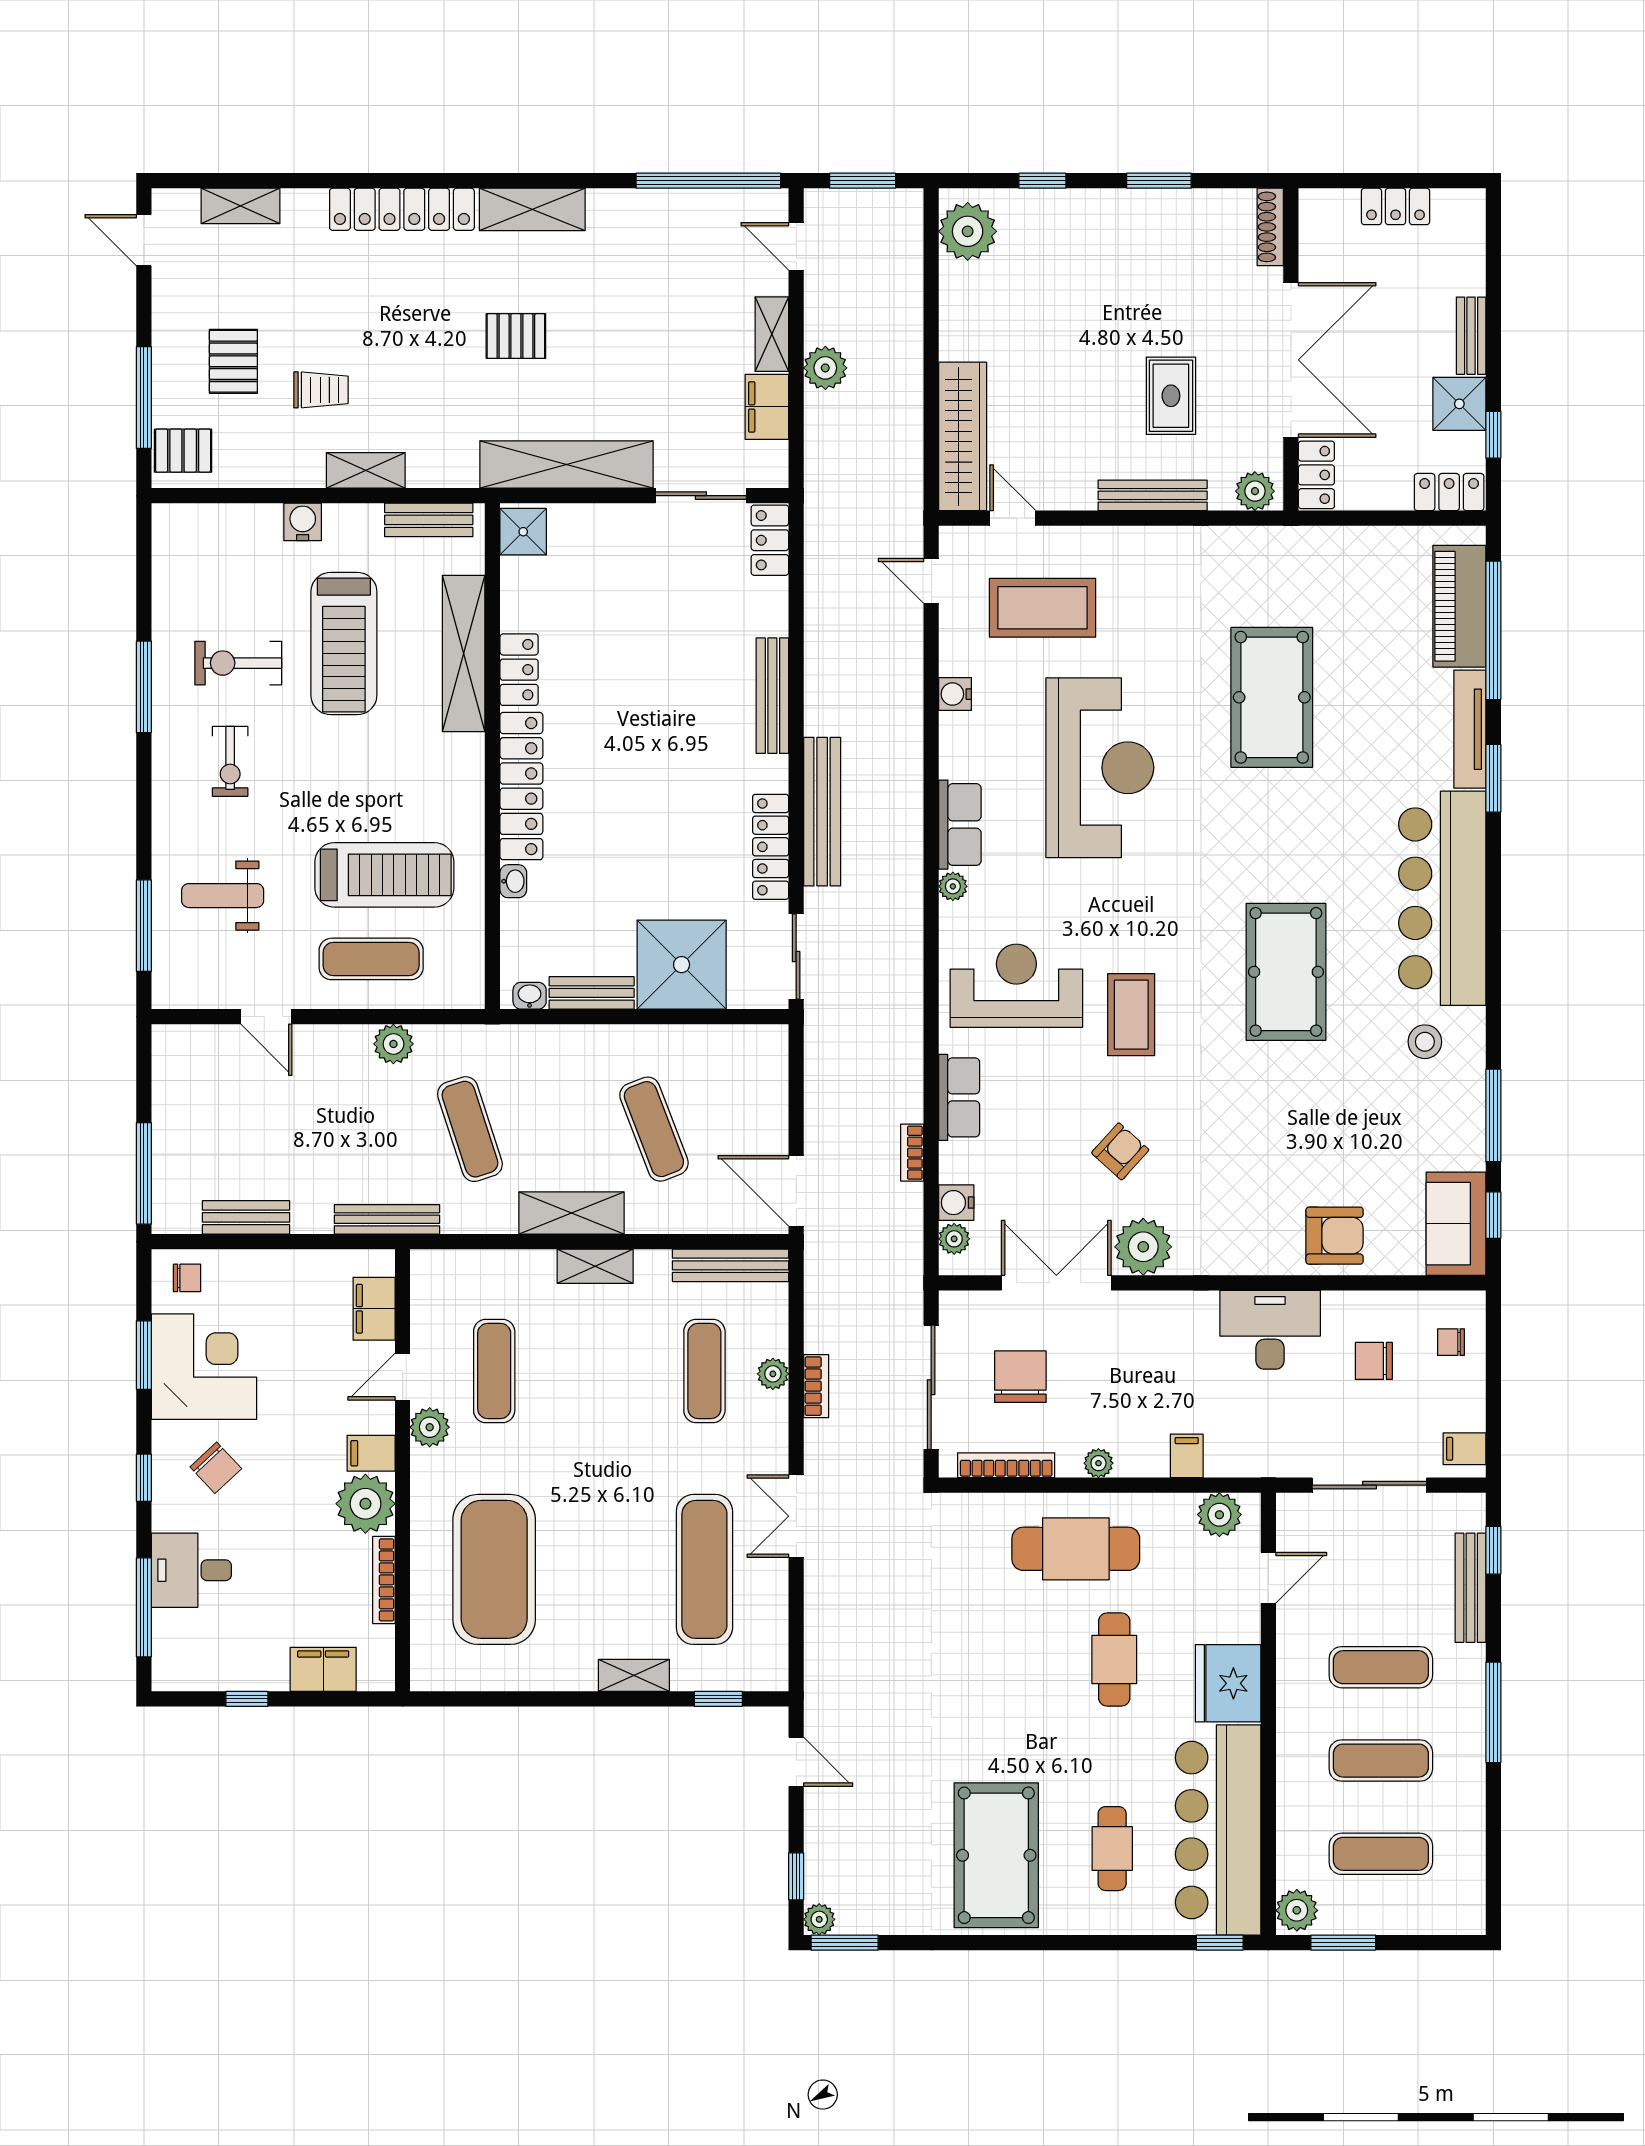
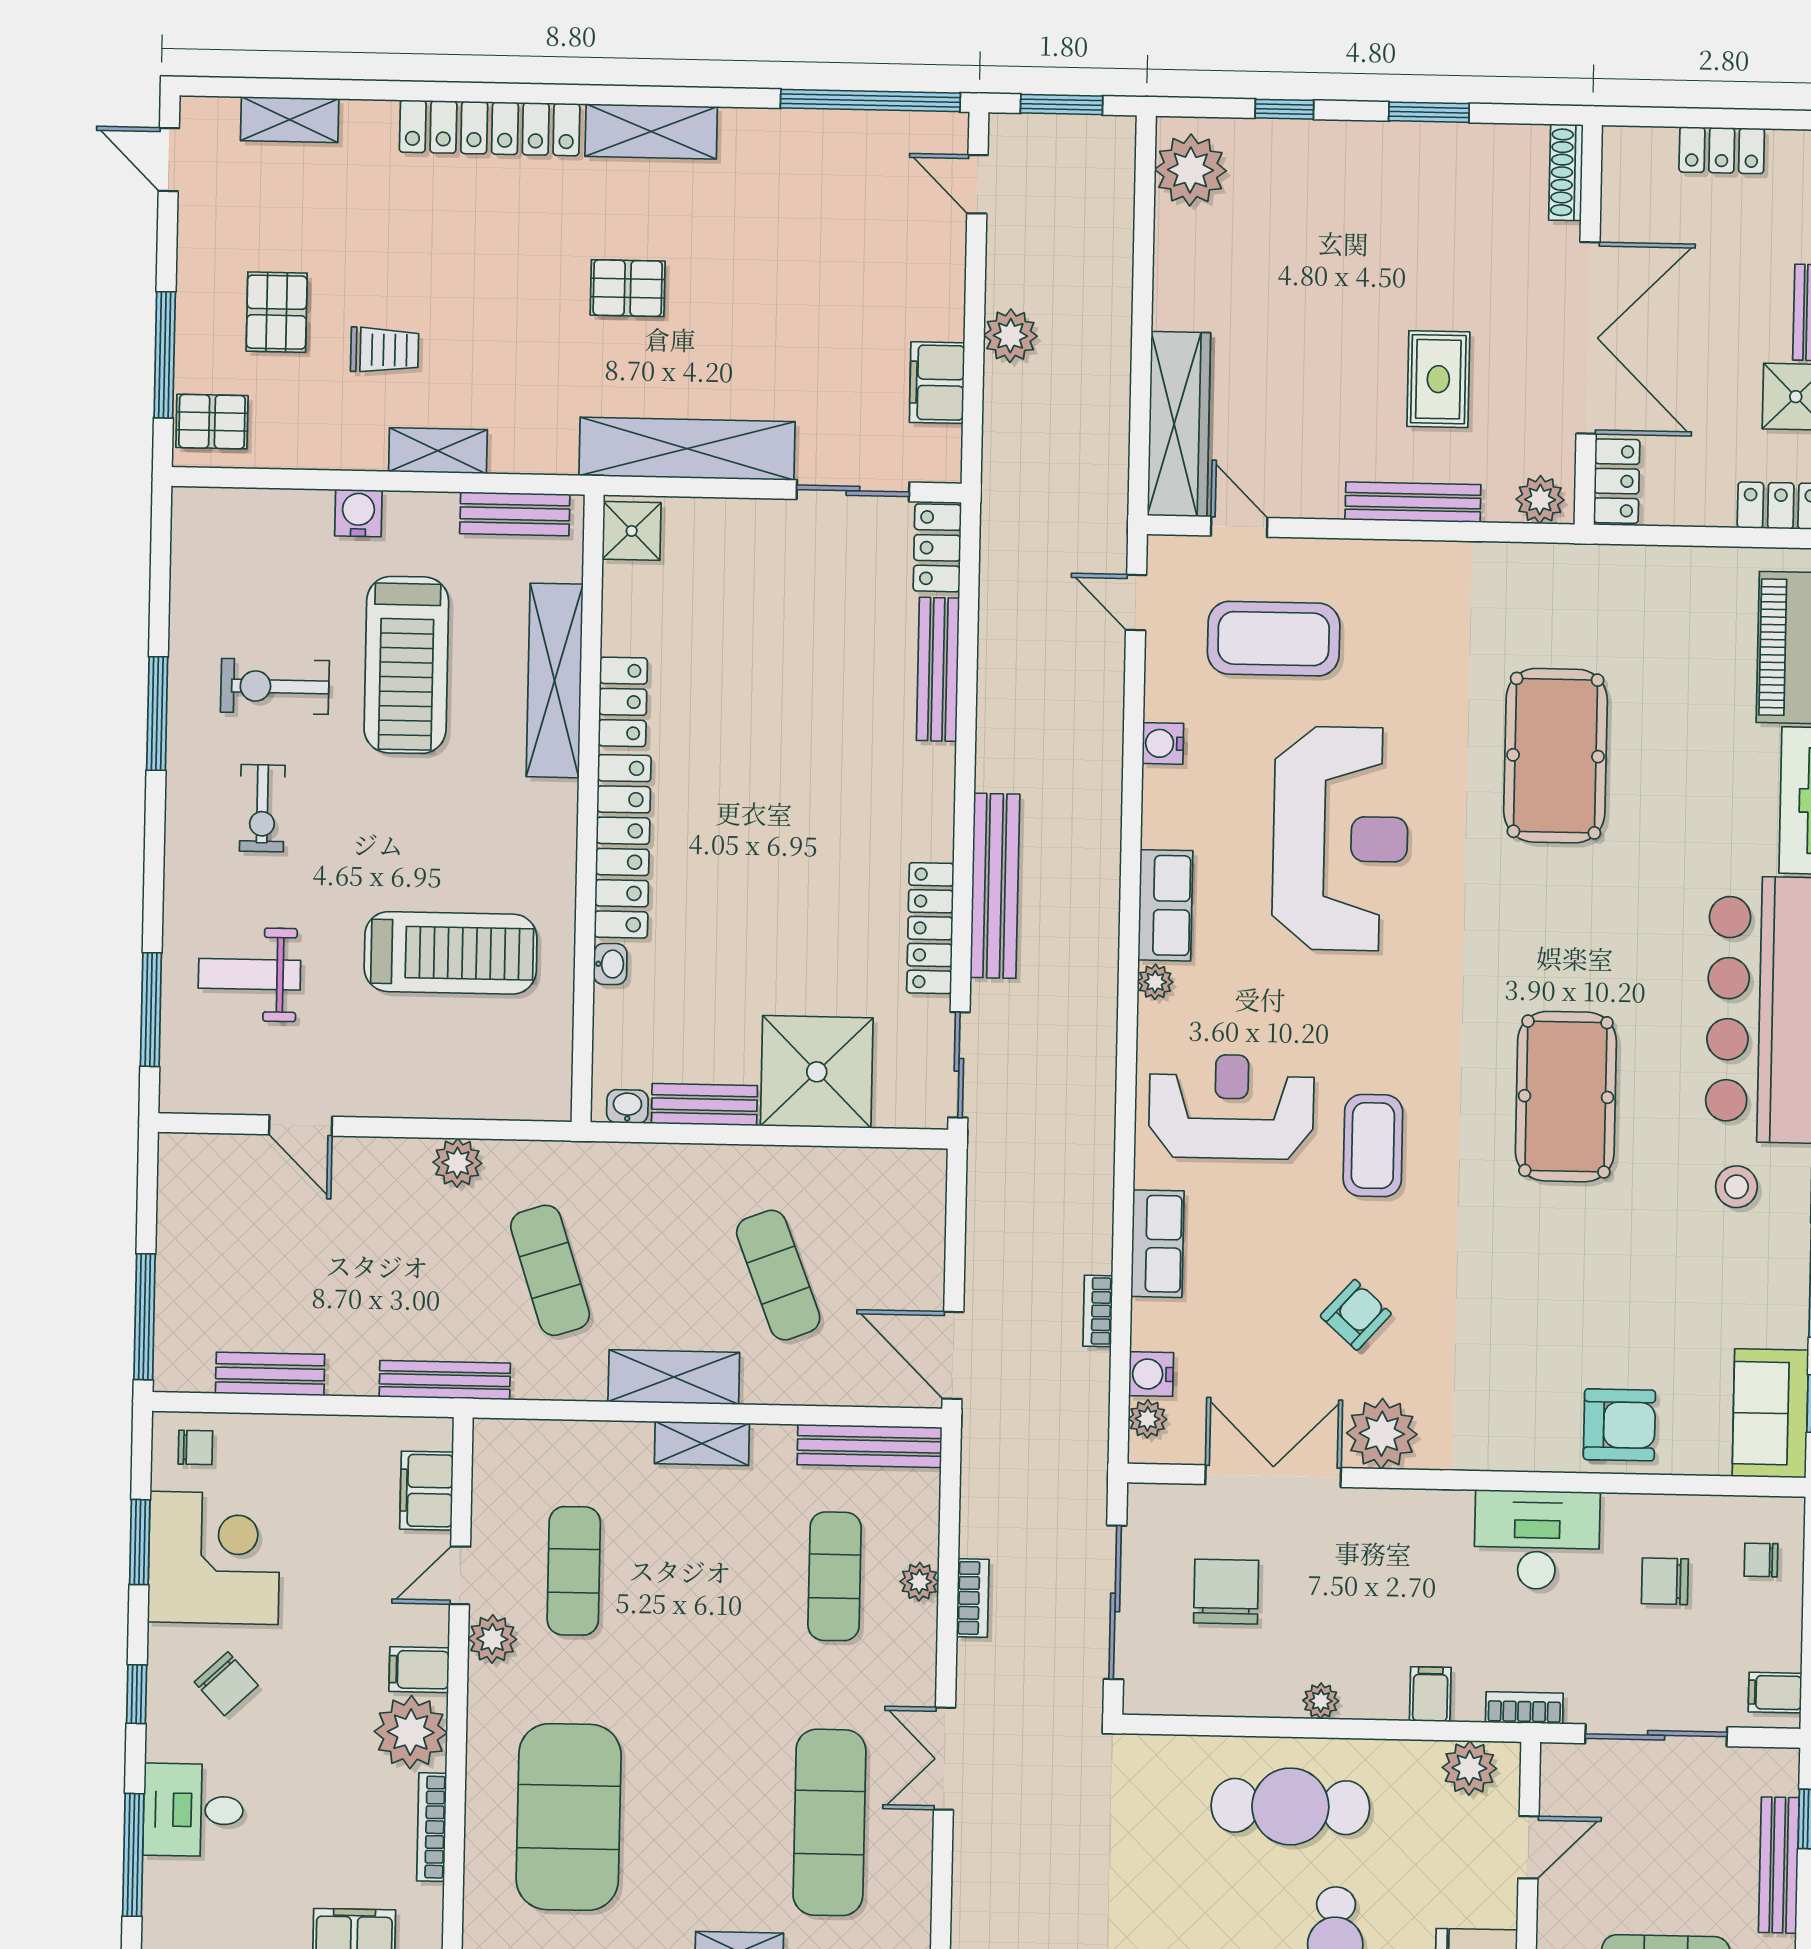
shelving: (772, 334) -> (945, 292), removed
bench: (772, 696) -> (938, 669), moved
exercise mat: (371, 959) -> (432, 1057), removed
bookcase: (1006, 1465) -> (1524, 1708), moved, width x0.64

